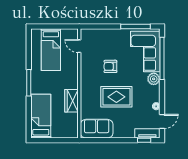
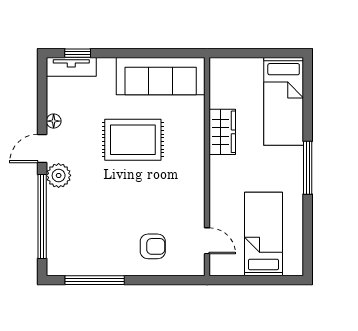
corner sofa: (145, 51) -> (75, 230), removed
armchair: (110, 66) -> (153, 246), moved
door: (162, 121) -> (42, 148), moved
sofa: (97, 129) -> (161, 76), width x1.36

